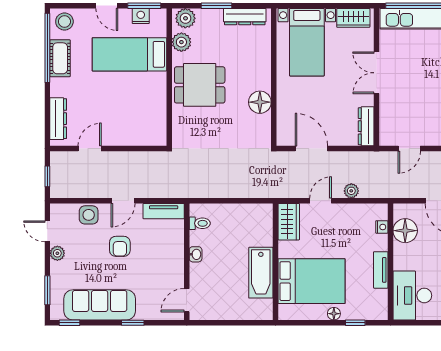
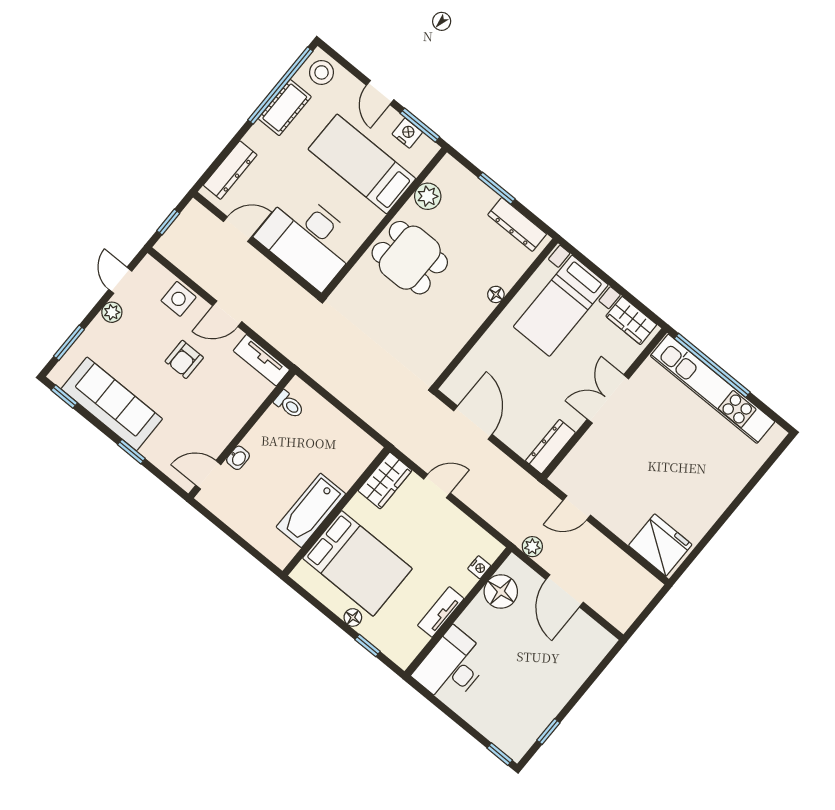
plant: (185, 18) -> (453, 175), removed
floor lamp: (260, 102) -> (496, 294), moved, width x0.53, depth x0.53
desk: (134, 122) -> (308, 239), added
plant: (351, 191) -> (532, 547), moved
washbasin: (196, 254) -> (238, 458), moved

